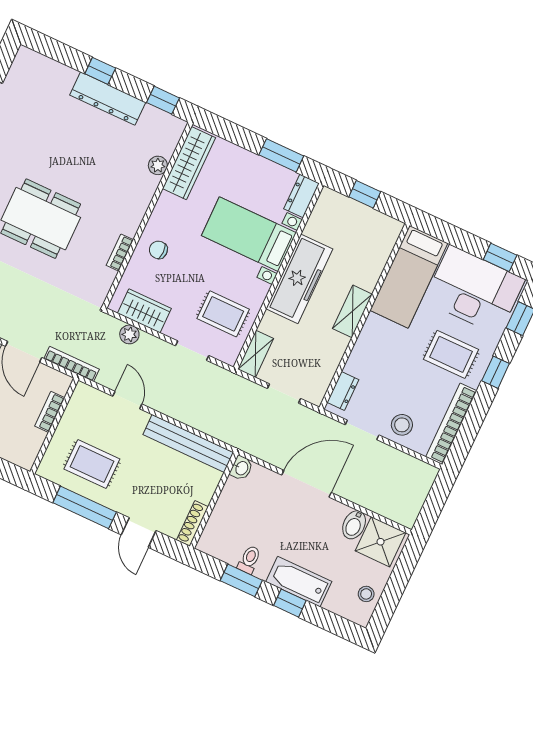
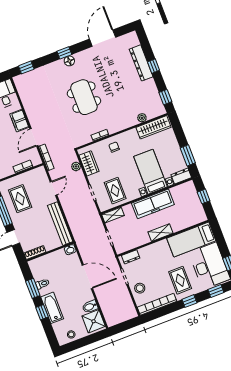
dresser: (108, 99) -> (141, 63), moved

